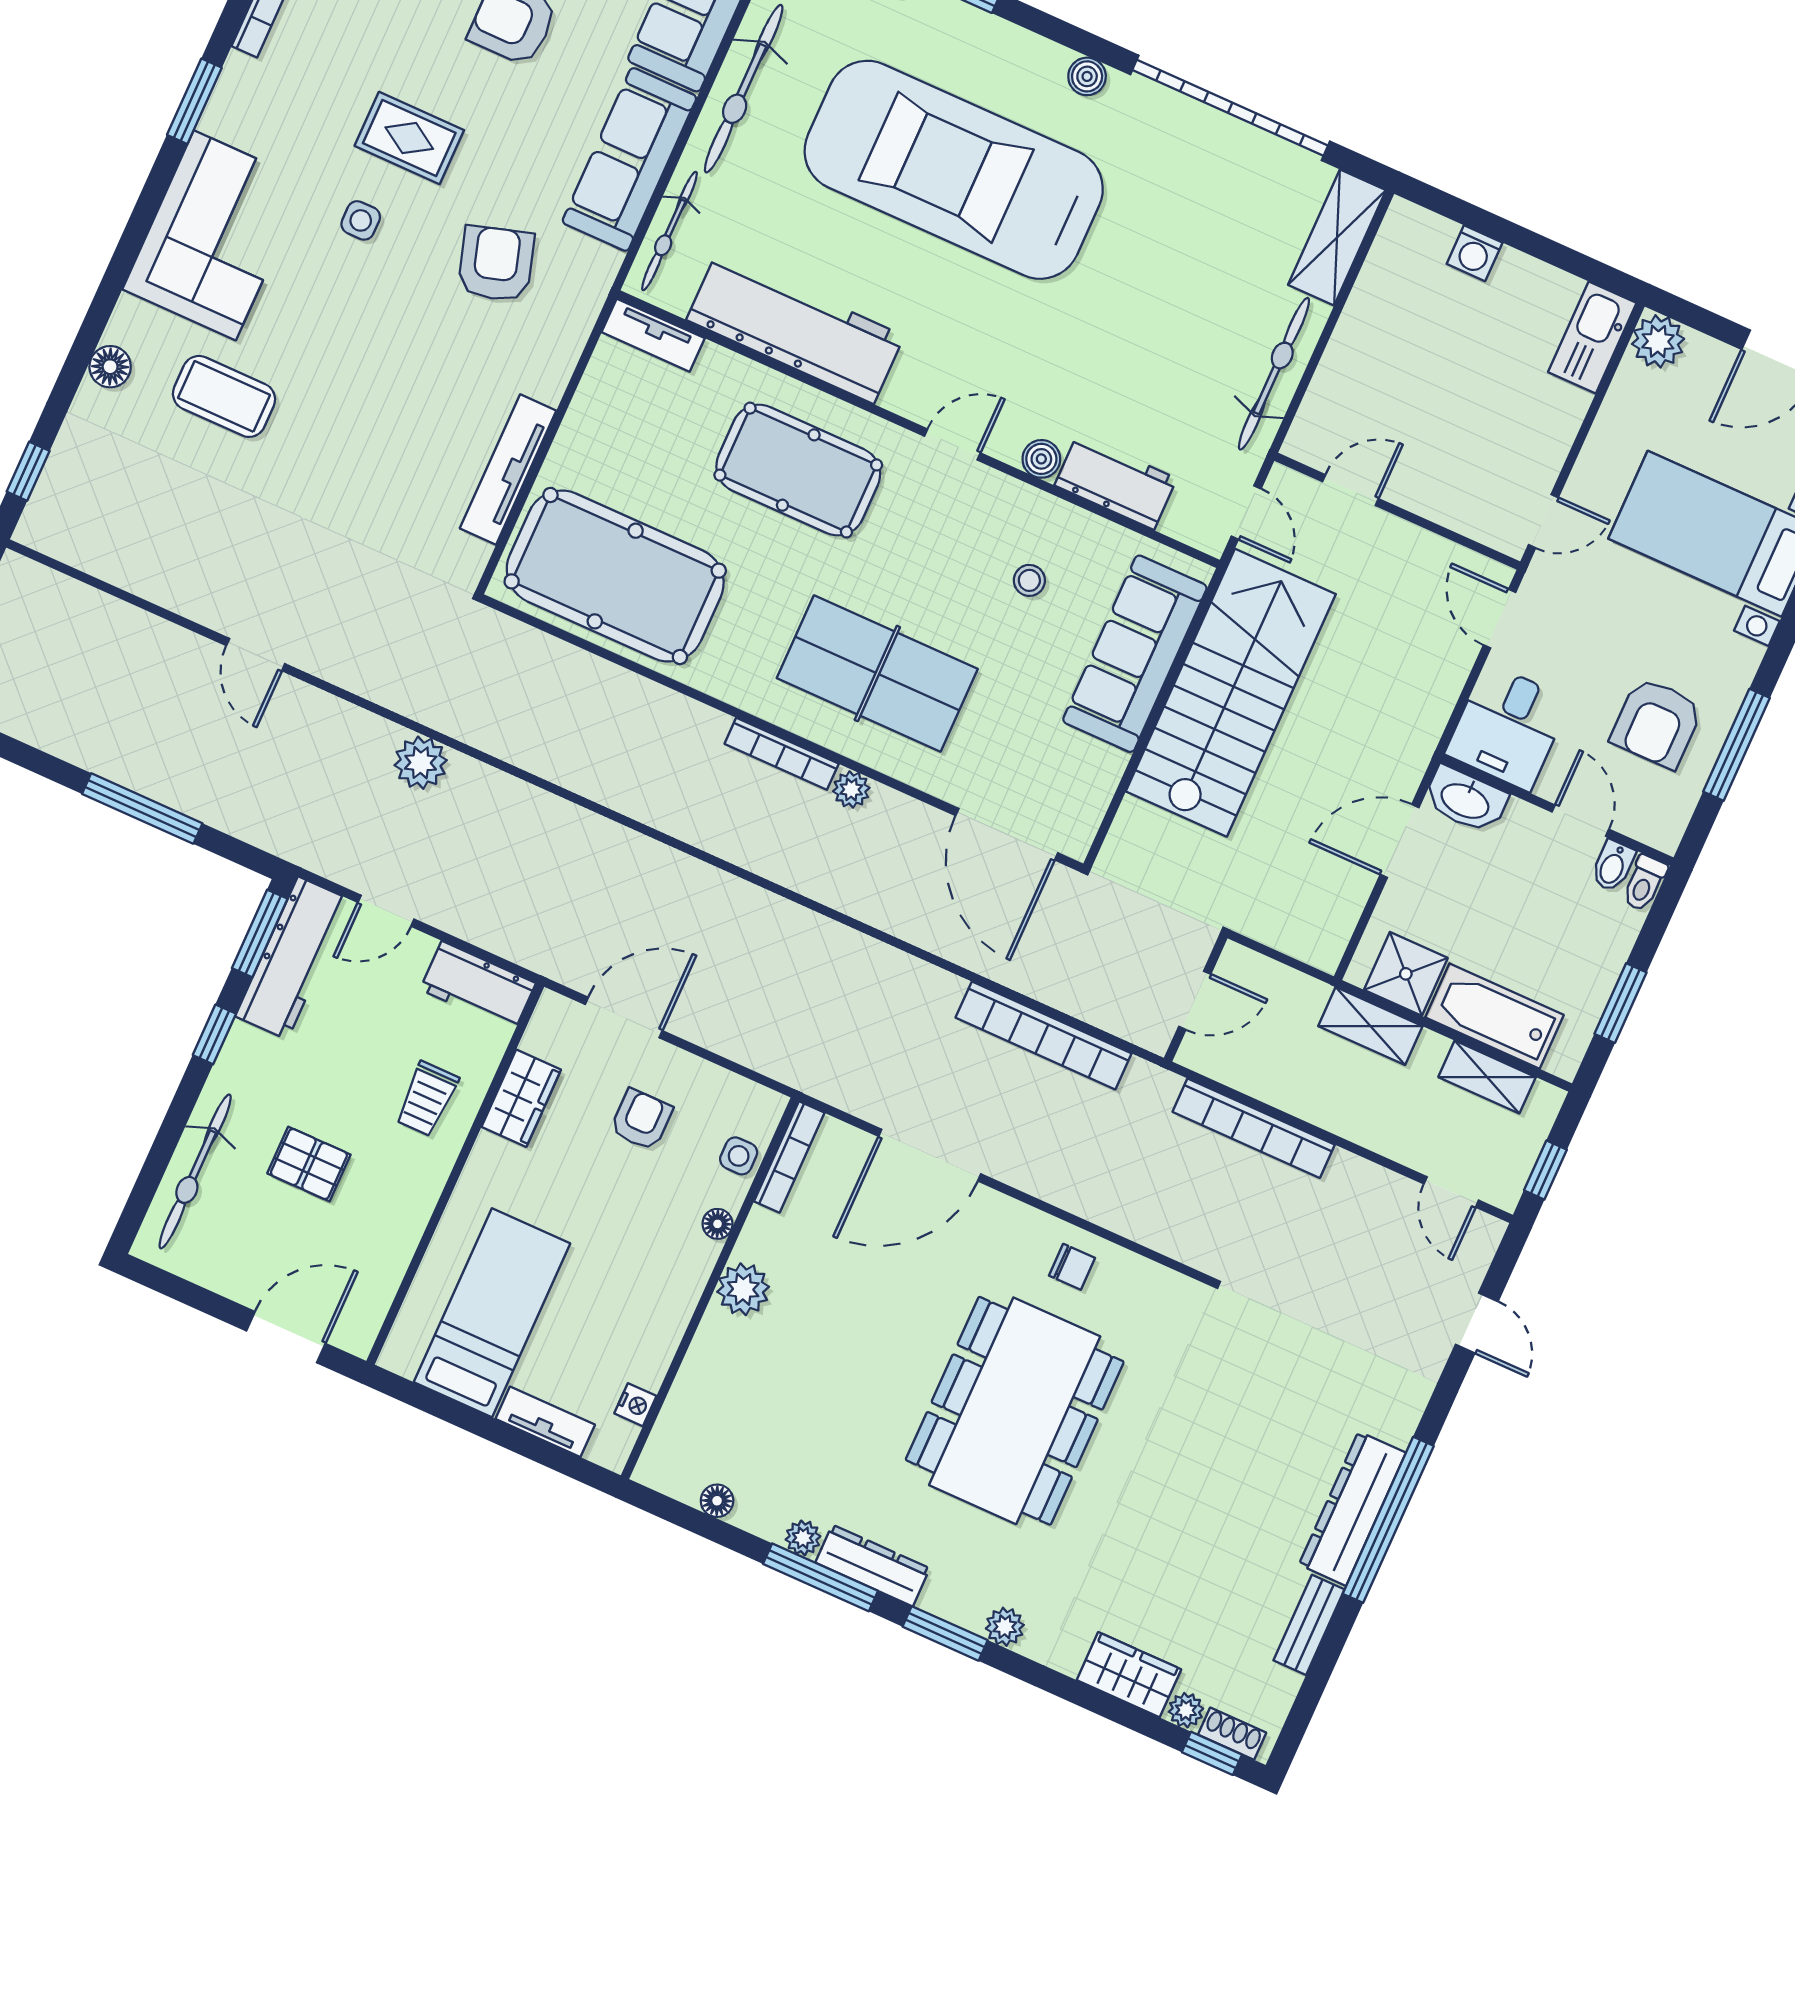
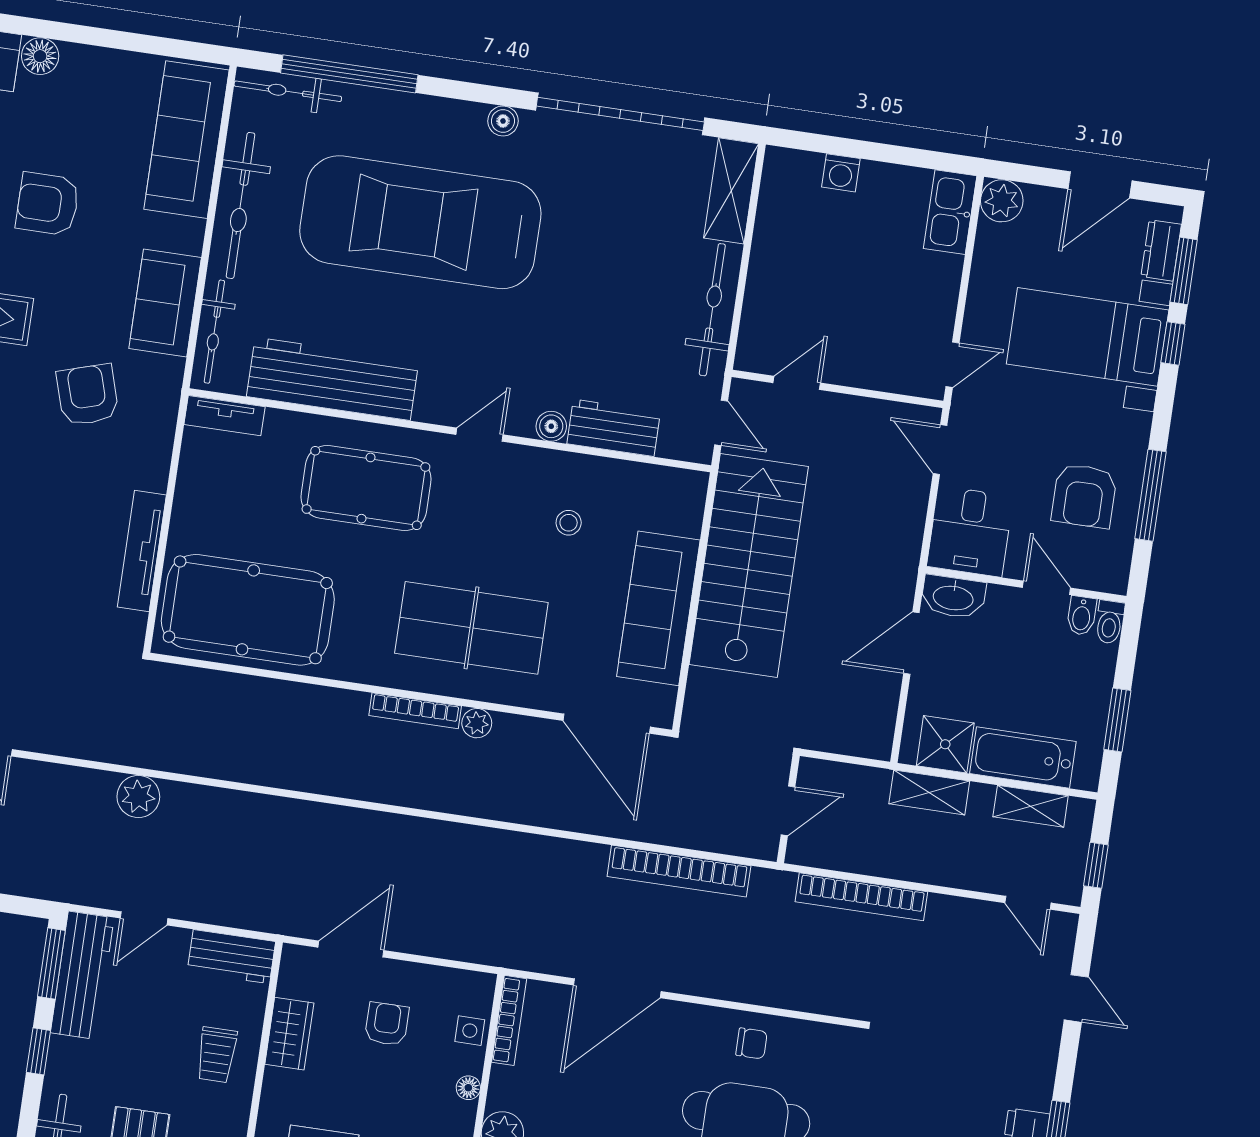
sofa: (629, 159) -> (165, 303), width x0.73
sofa: (1135, 654) -> (658, 608), moved

